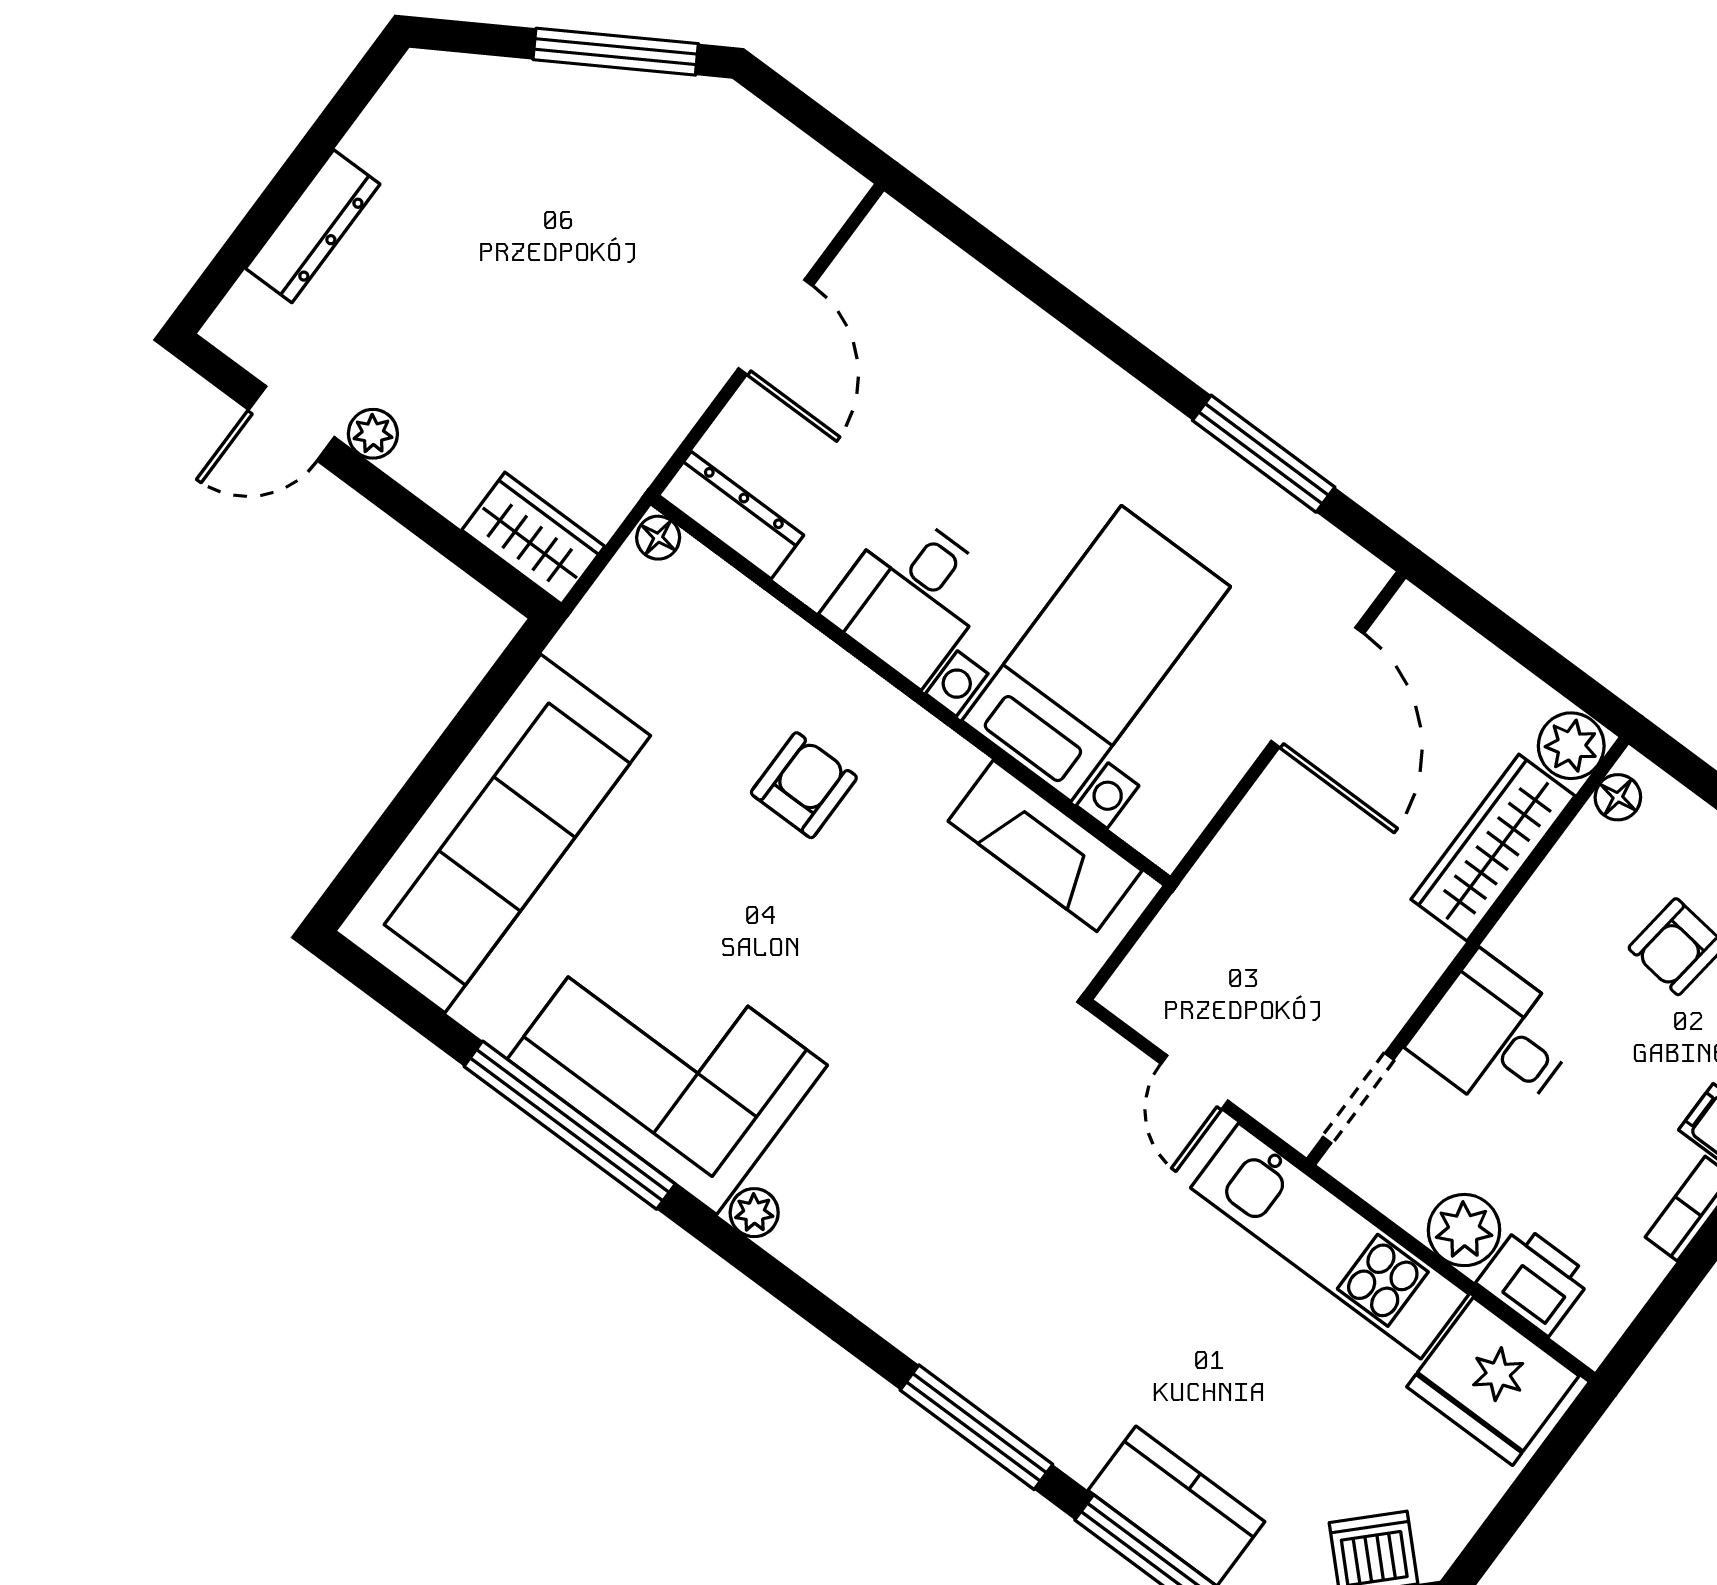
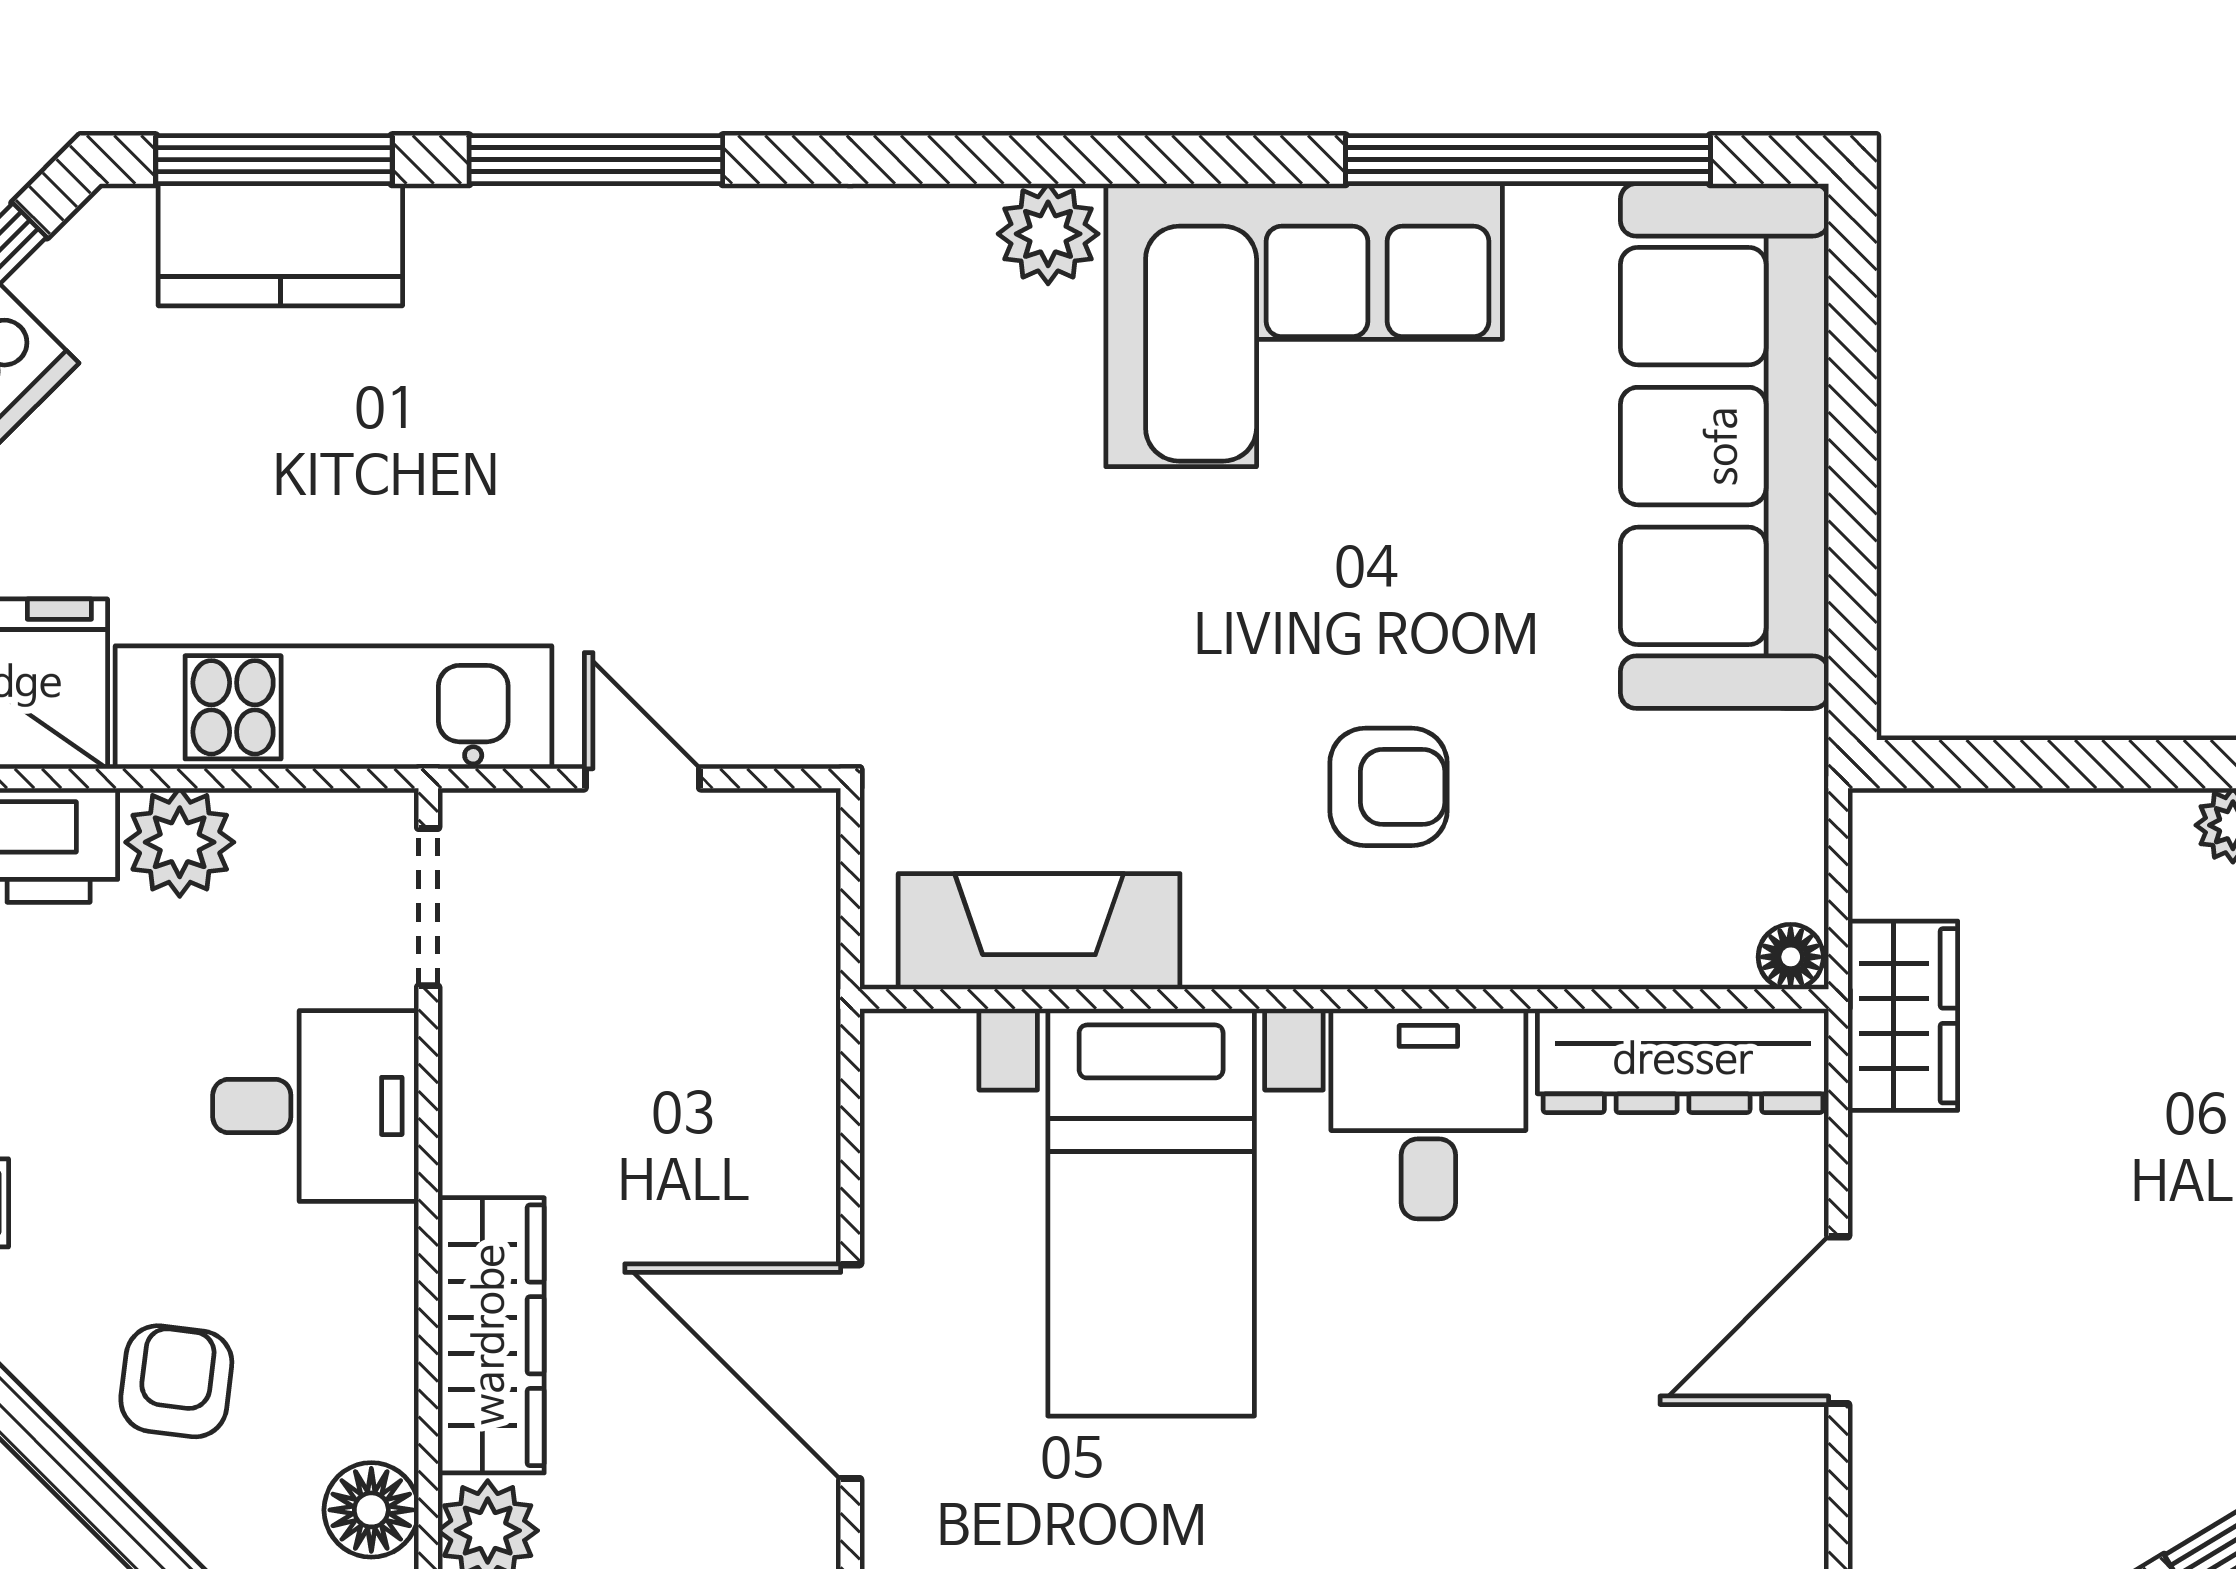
door: (776, 327) -> (1838, 1320), hinge flipped
dresser: (731, 515) -> (1683, 1061), width x1.37, depth x1.24
wardrobe: (533, 538) -> (1903, 1016), moved, turned -90
armchair: (804, 785) -> (1389, 787), turned -90
floor lamp: (1618, 797) -> (371, 1510), width x1.37, depth x1.37
window: (570, 1125) -> (1528, 160), moved
plant: (754, 1213) -> (1048, 234), width x1.38, depth x1.38

